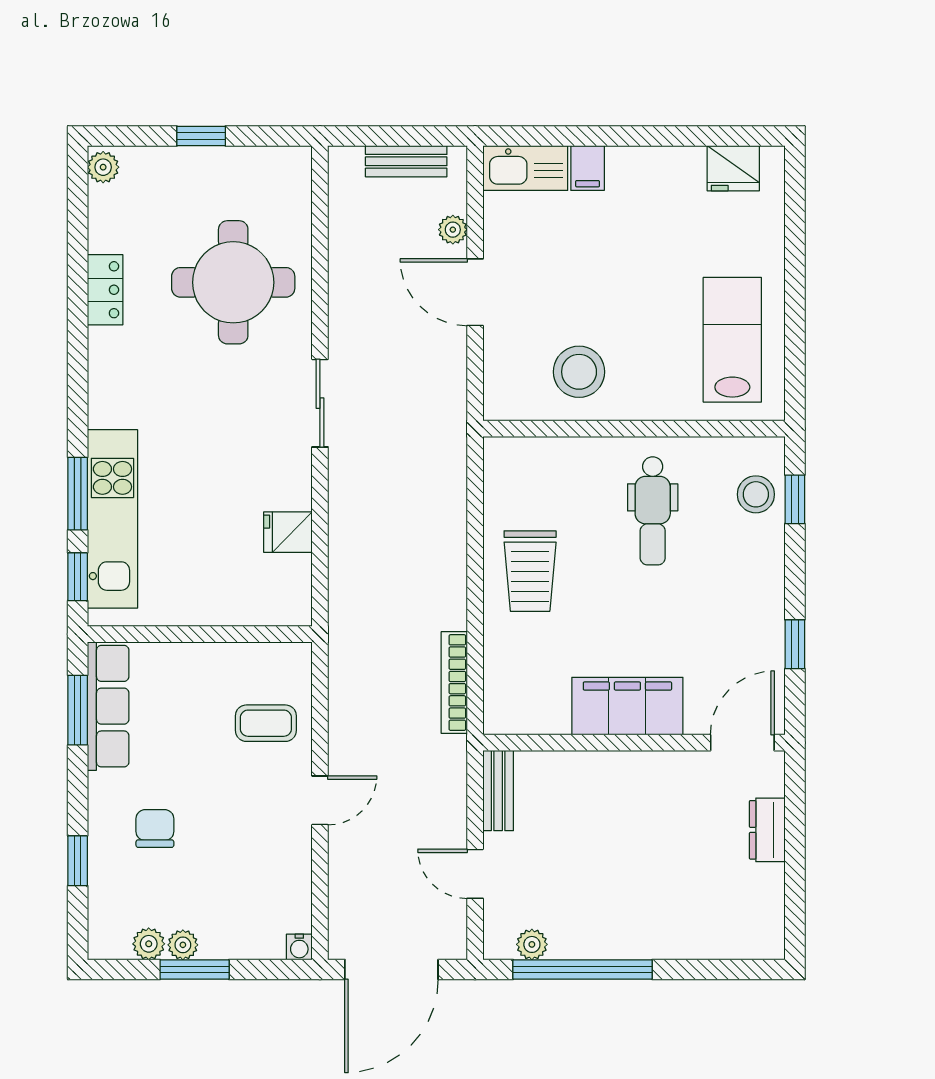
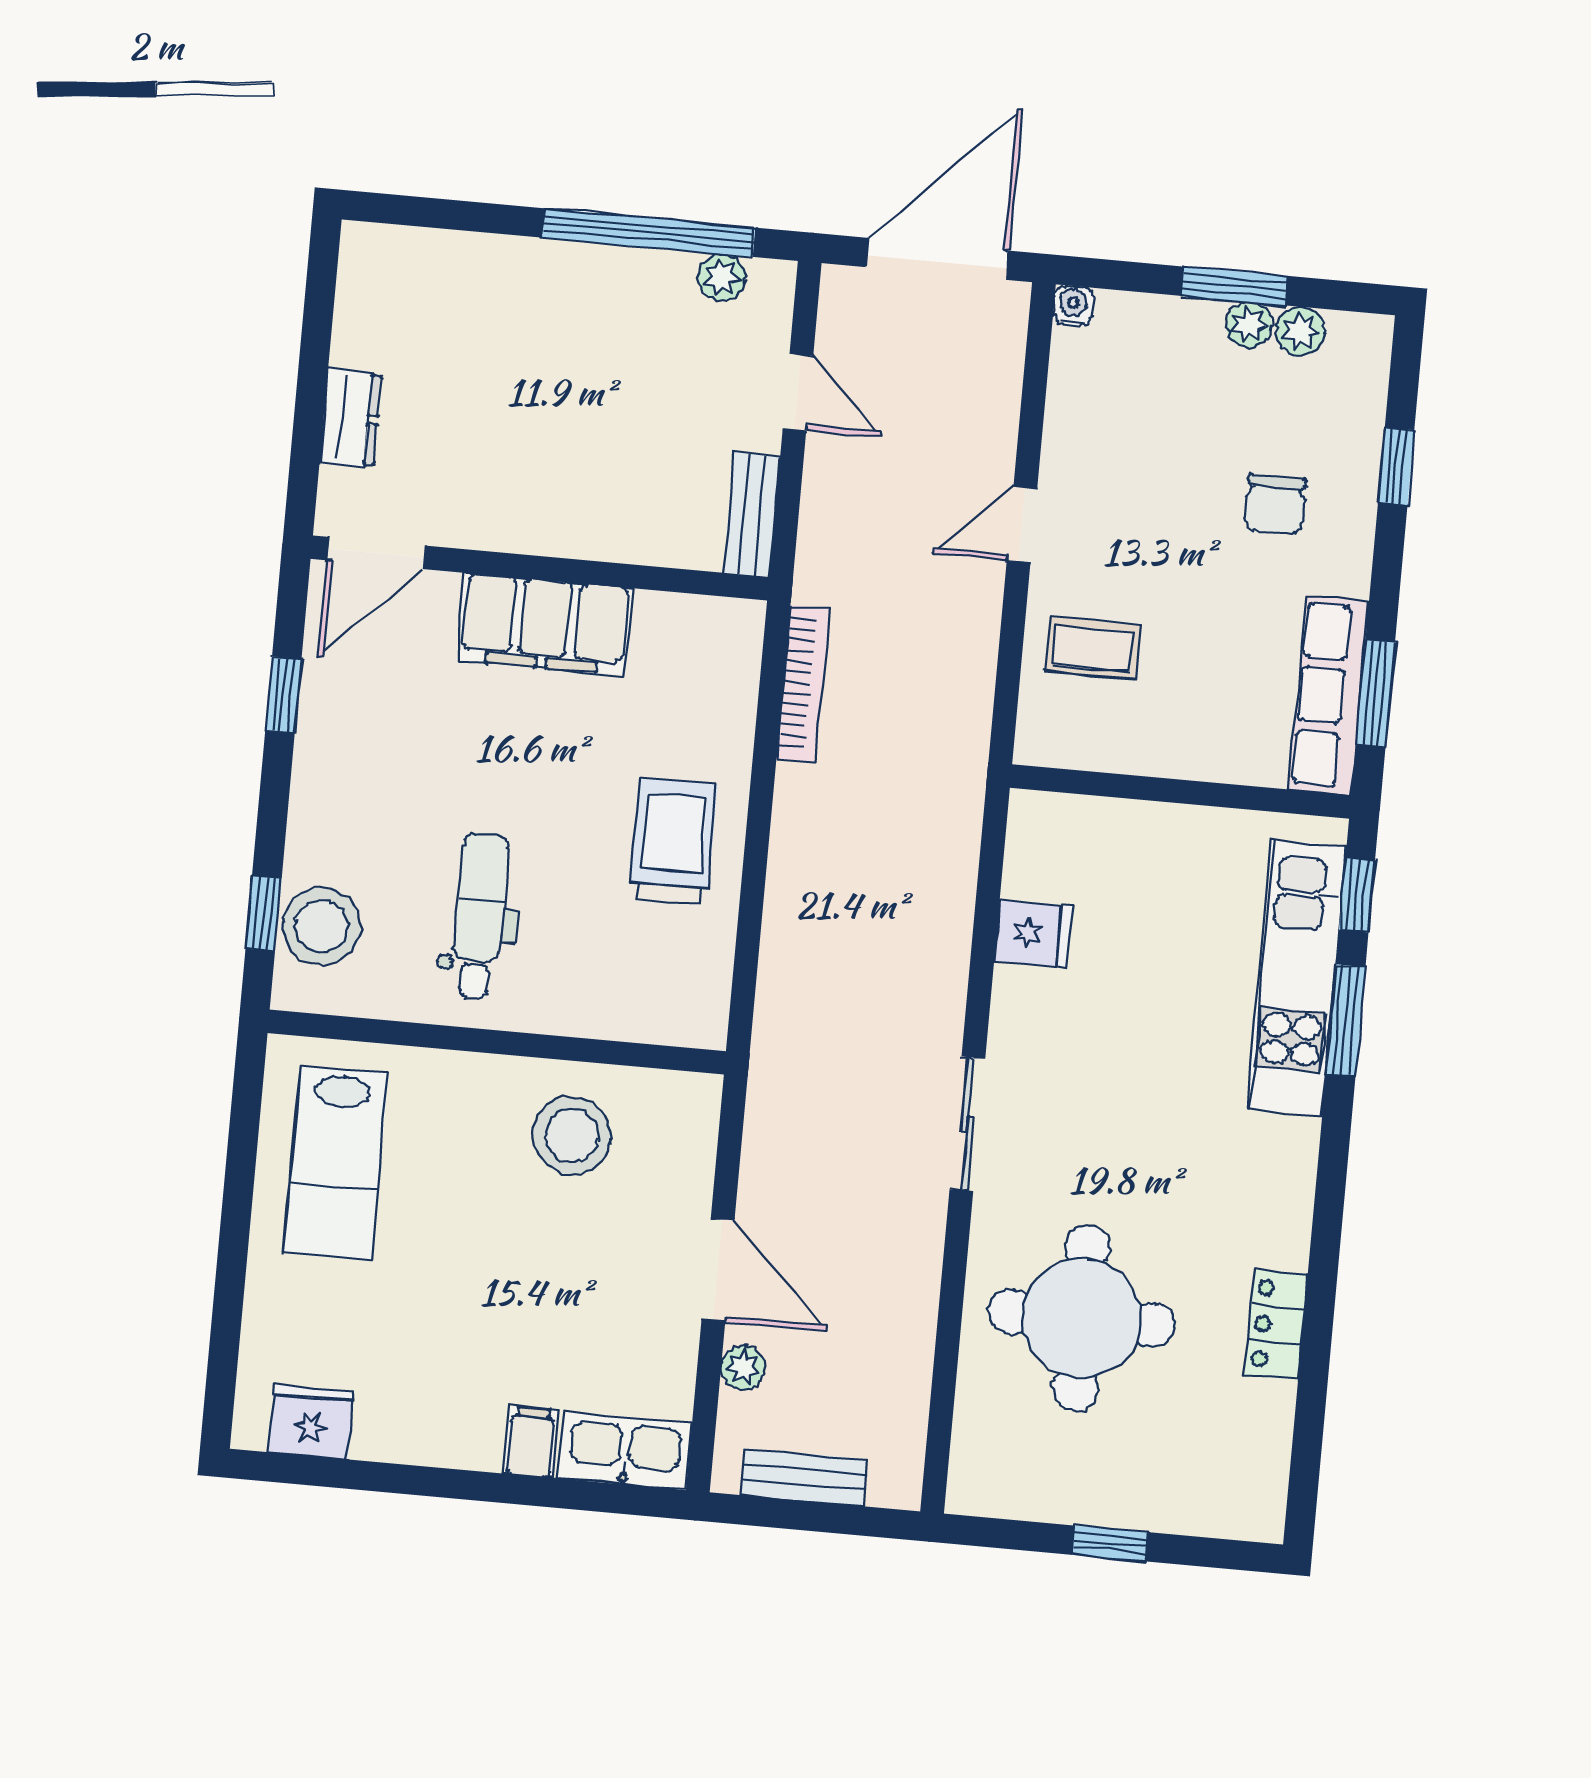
plant: (103, 167) -> (1262, 1510), removed
stool: (756, 494) -> (322, 926), width x1.38, depth x1.38

